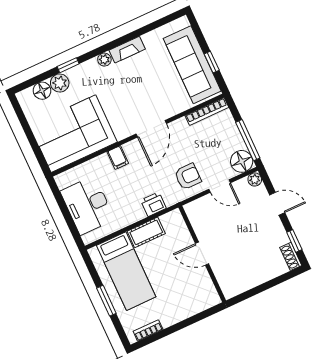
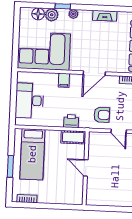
plant: (104, 60) -> (73, 14), moved
cot: (146, 232) -> (73, 137), moved

